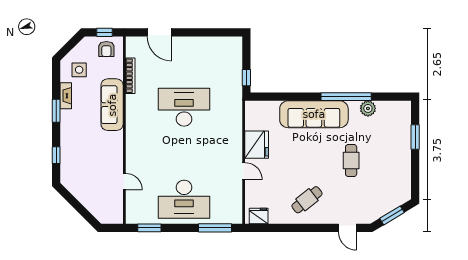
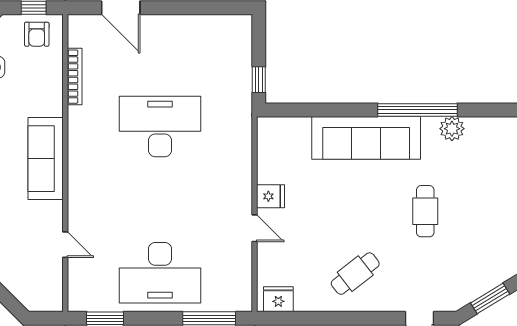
sofa: (112, 105) -> (46, 159), moved
fridge: (257, 145) -> (271, 196), width x0.53, depth x0.75

